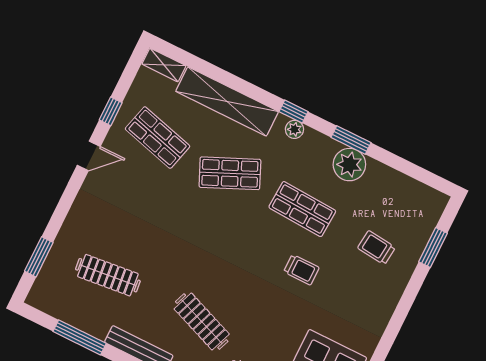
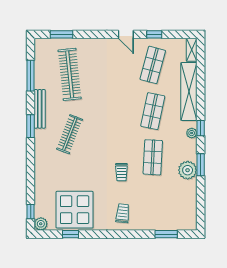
shop shelf: (230, 173) -> (153, 111), turned 36
trolley: (376, 248) -> (123, 213), moved
clothes rail: (108, 275) -> (70, 74), width x1.37, depth x1.31

